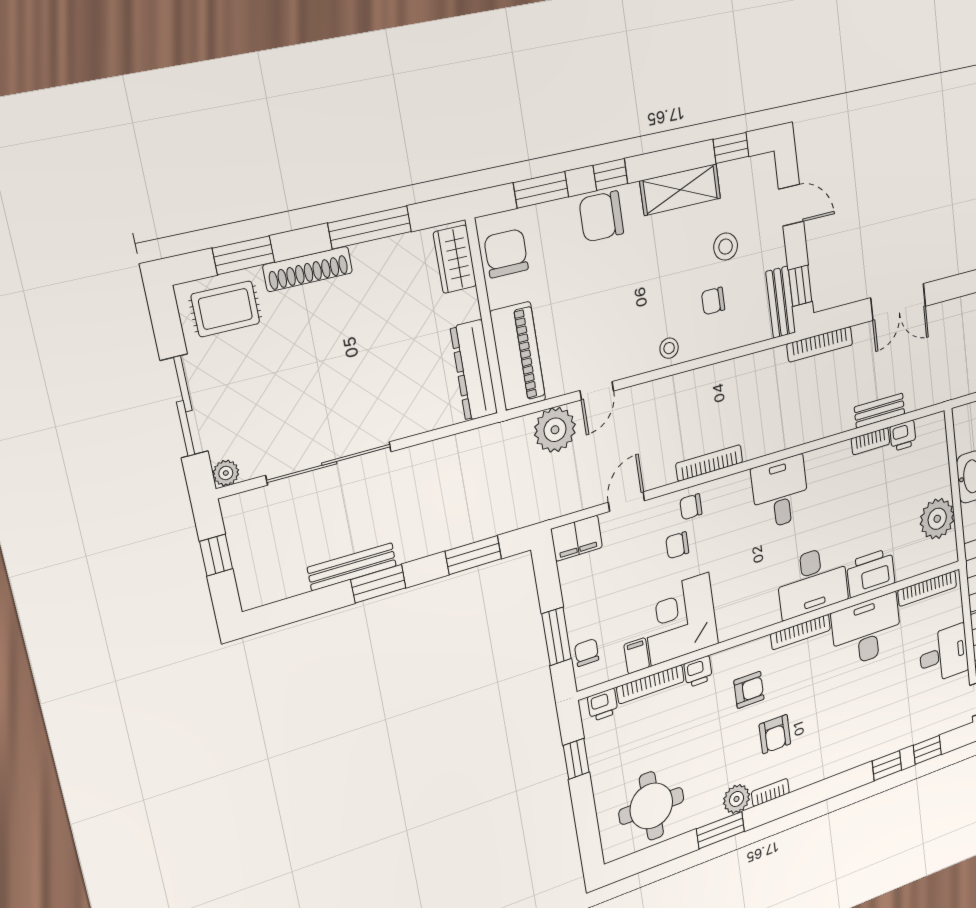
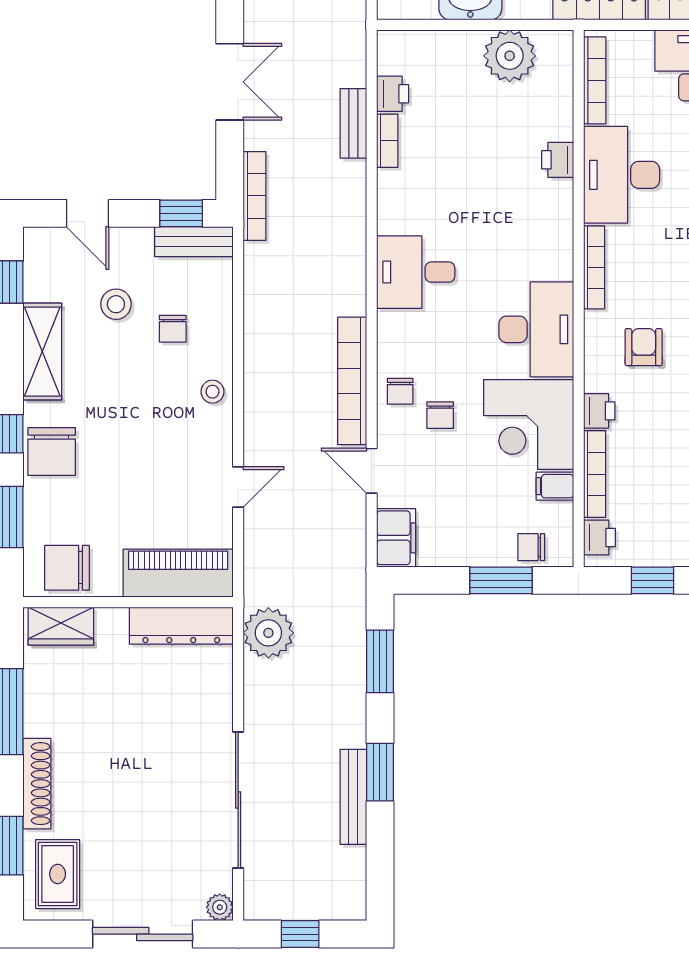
door: (791, 205) -> (88, 213), swing flipped
door: (597, 391) -> (238, 487), hinge flipped
plant: (555, 430) -> (268, 633), moved
bookcase: (709, 463) -> (352, 381), width x1.48, depth x1.31
printer: (871, 573) -> (558, 160), width x0.53, depth x0.68
desk: (812, 581) -> (536, 329), moved

